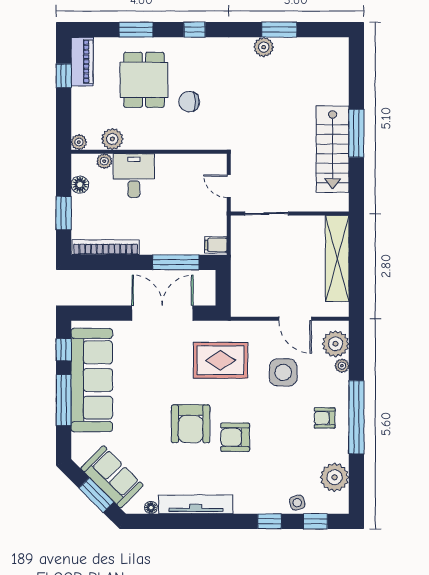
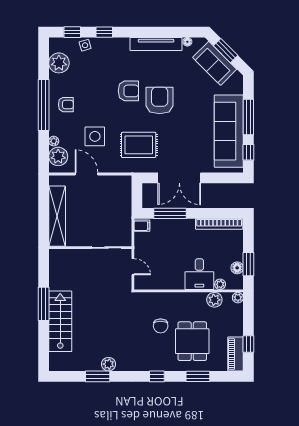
chair: (189, 102) -> (161, 326), turned 90
stairs: (333, 149) -> (60, 321), moved
window: (64, 213) -> (248, 264), moved

